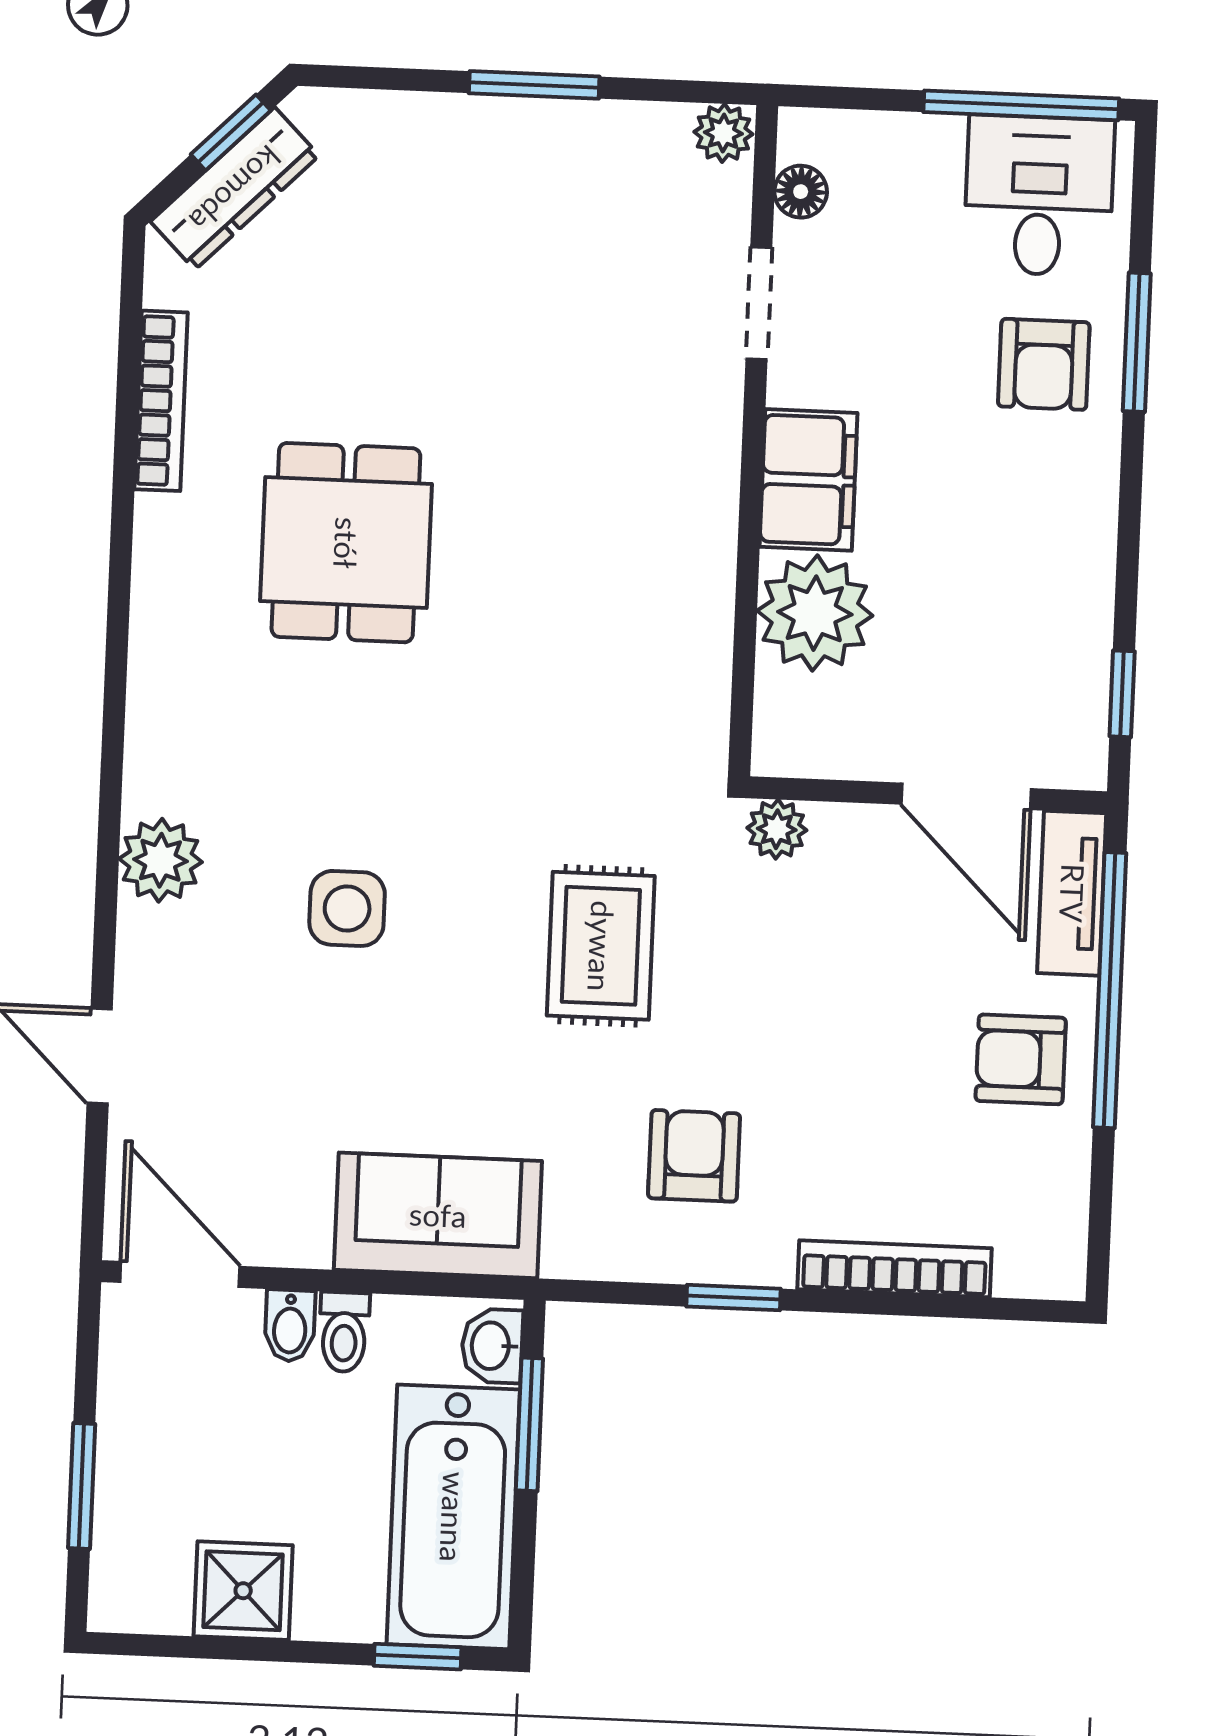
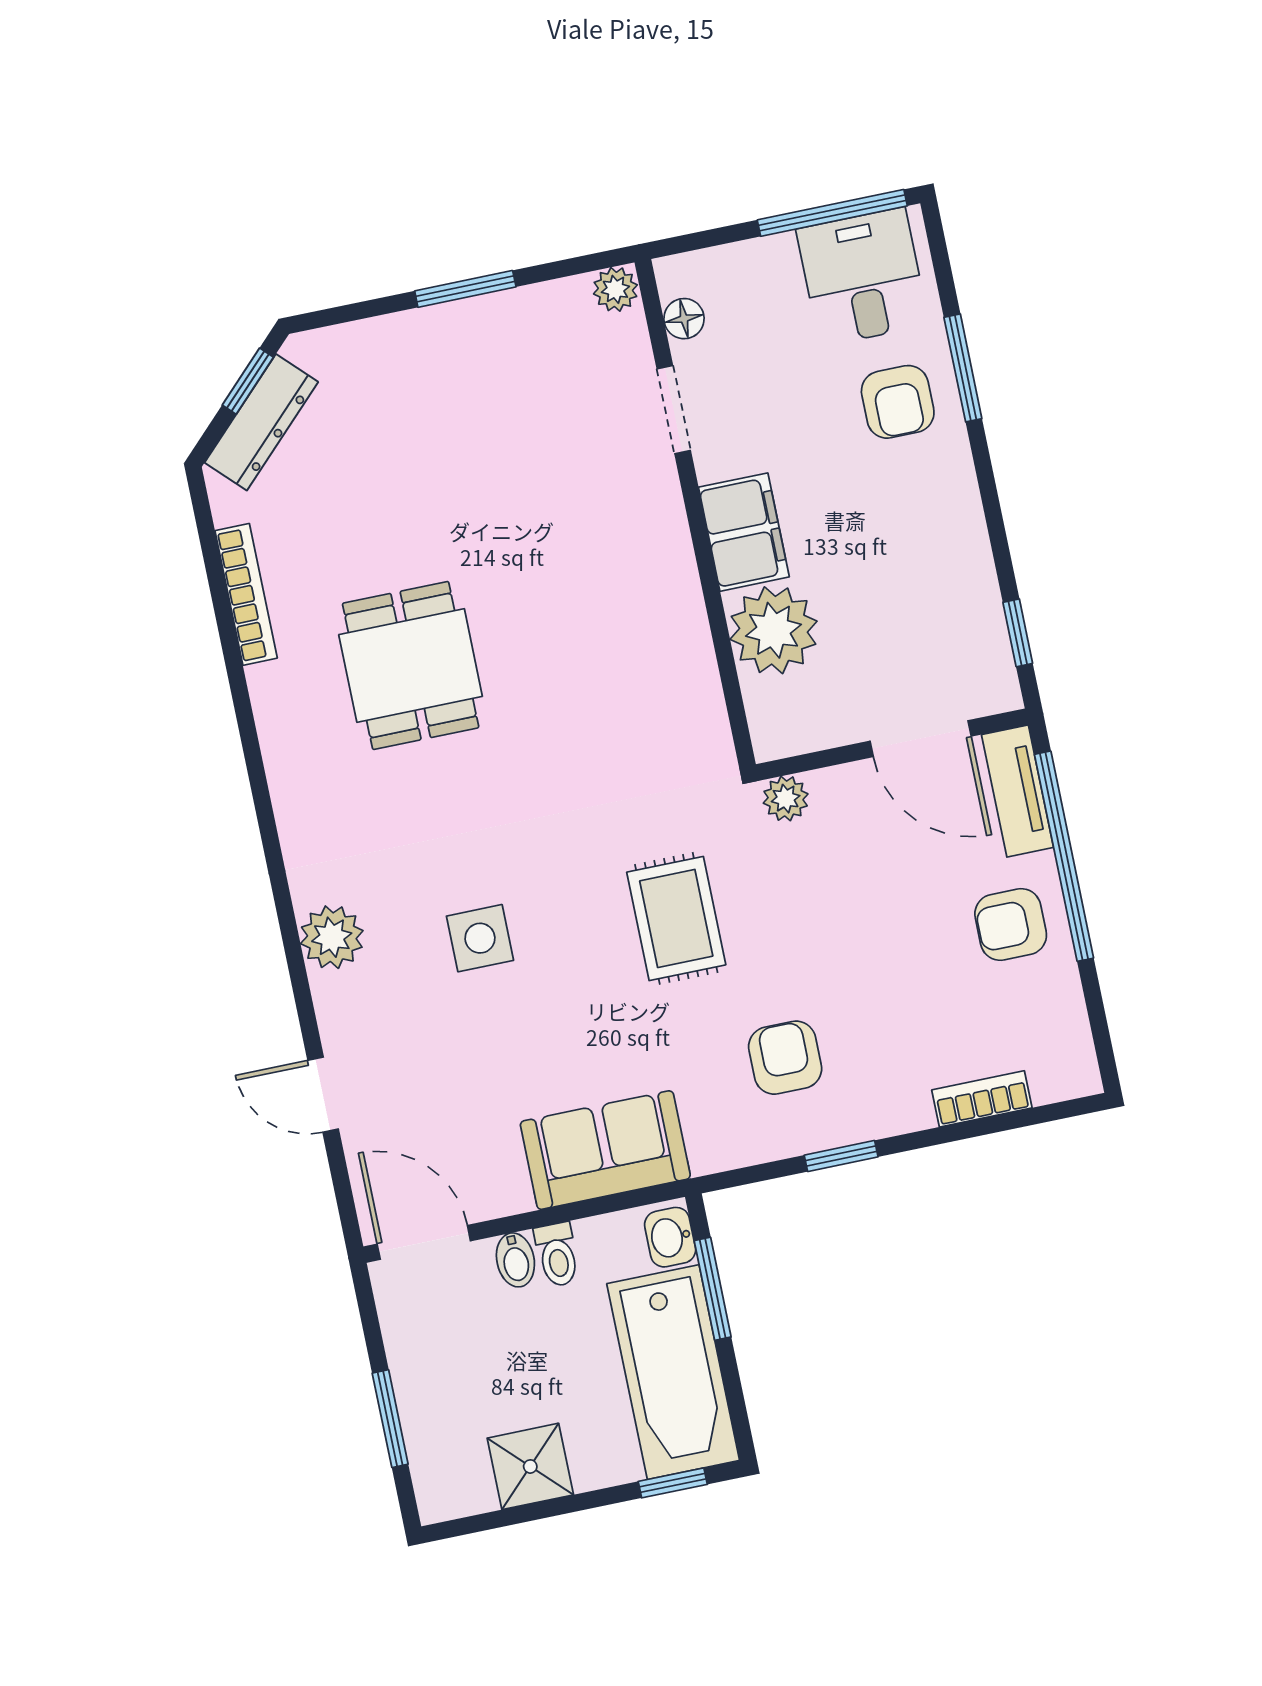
bookcase: (895, 1269) -> (982, 1099), width x0.64

